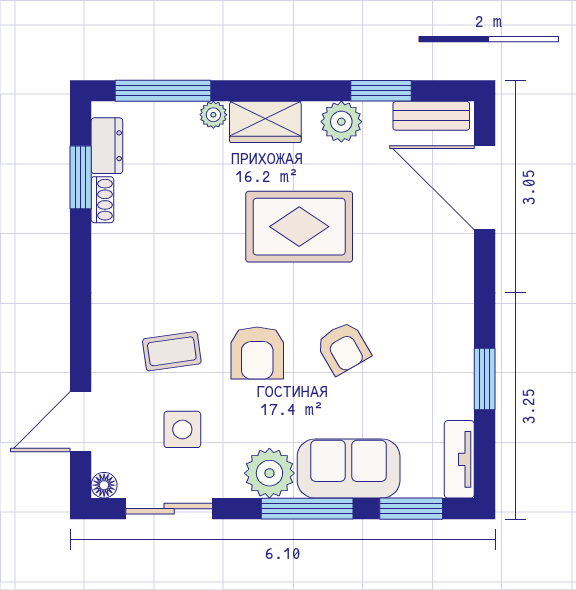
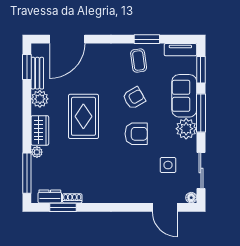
window: (381, 91) -> (27, 67), moved
bench: (431, 116) -> (37, 73), moved
coffee table: (172, 351) -> (139, 61), moved

